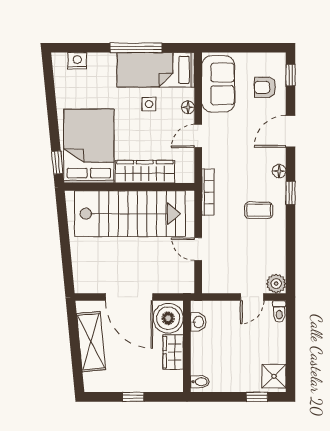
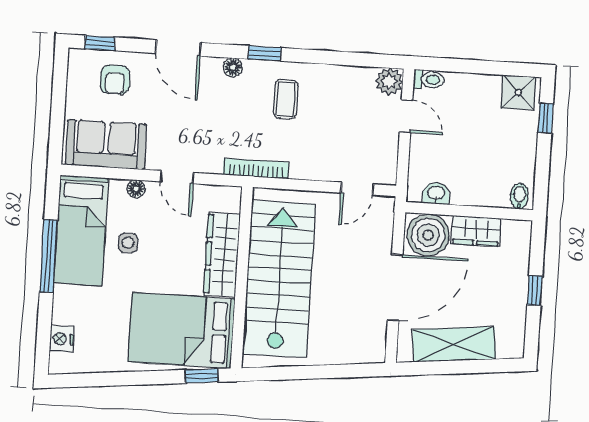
door: (198, 249) -> (357, 188), moved

